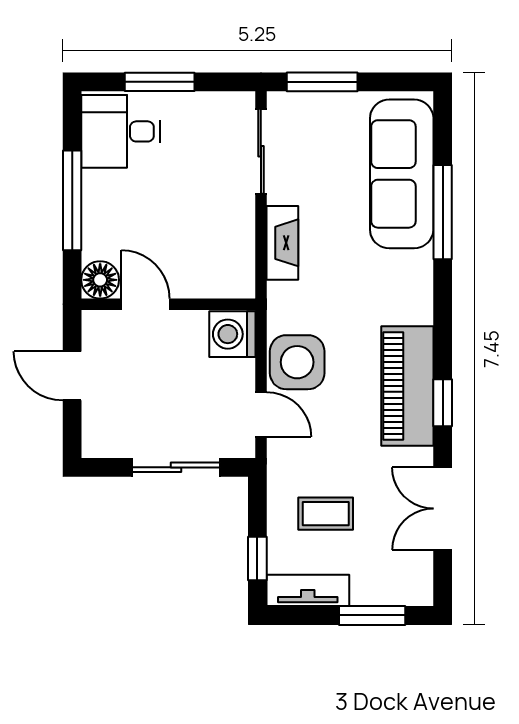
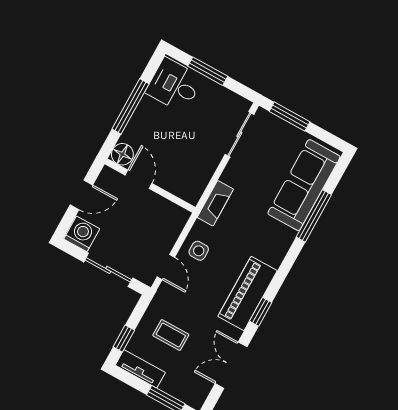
fireplace: (282, 243) -> (215, 203), moved
washing machine: (232, 334) -> (82, 234), moved, turned 90
side table: (297, 362) -> (199, 251), width x0.54, depth x0.54
door: (72, 376) -> (81, 195), swing flipped

